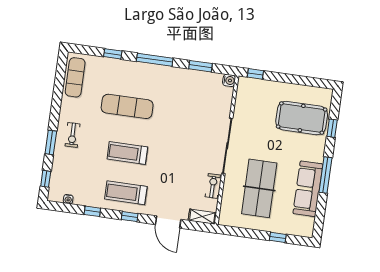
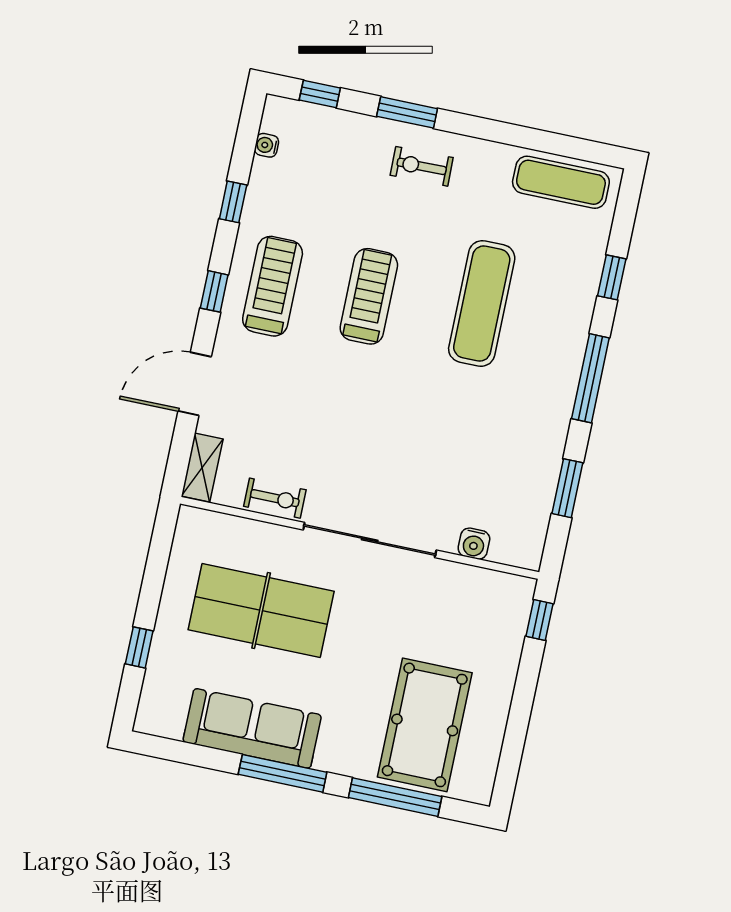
water cooler: (229, 80) -> (474, 544), moved
window: (332, 128) -> (395, 797), width x2.17

